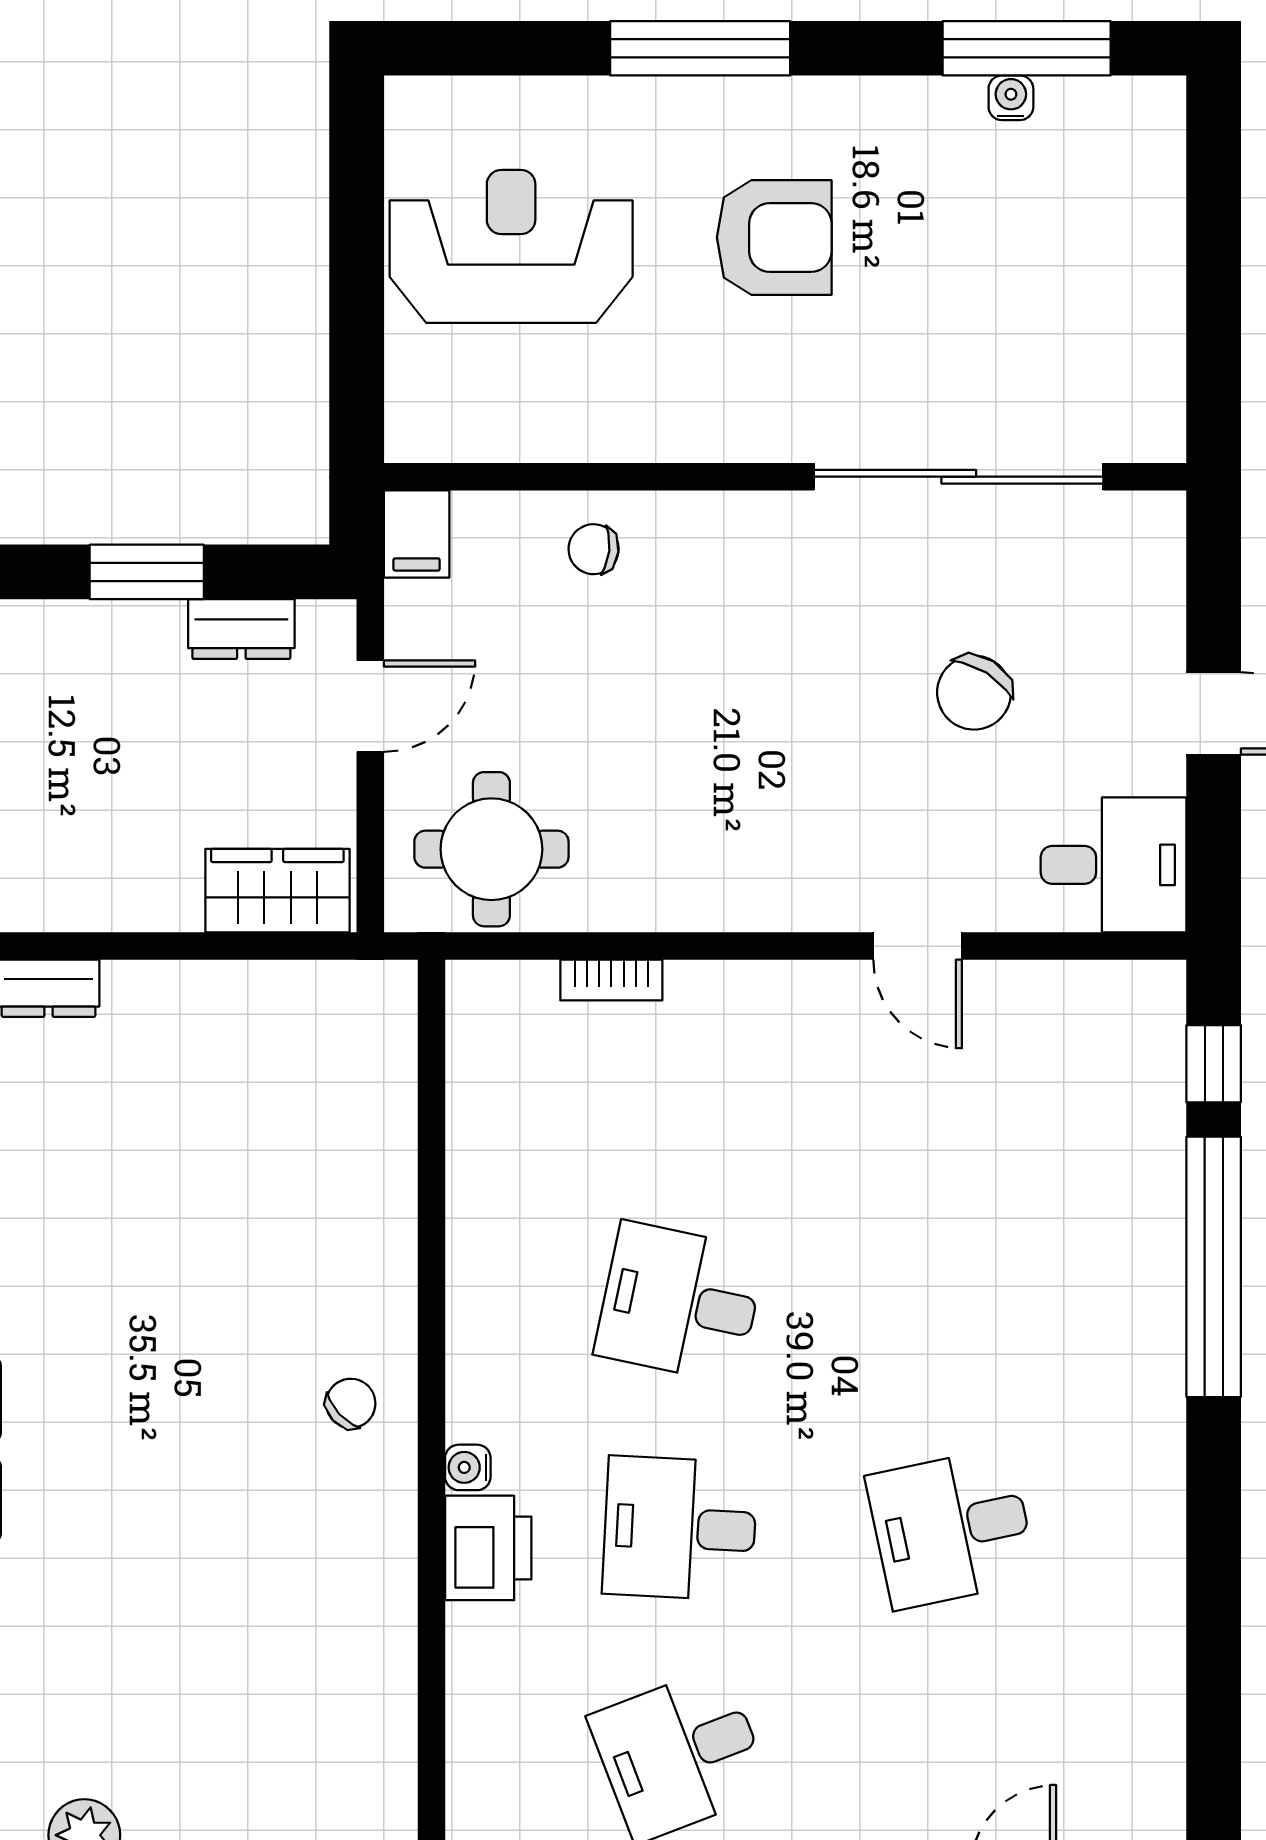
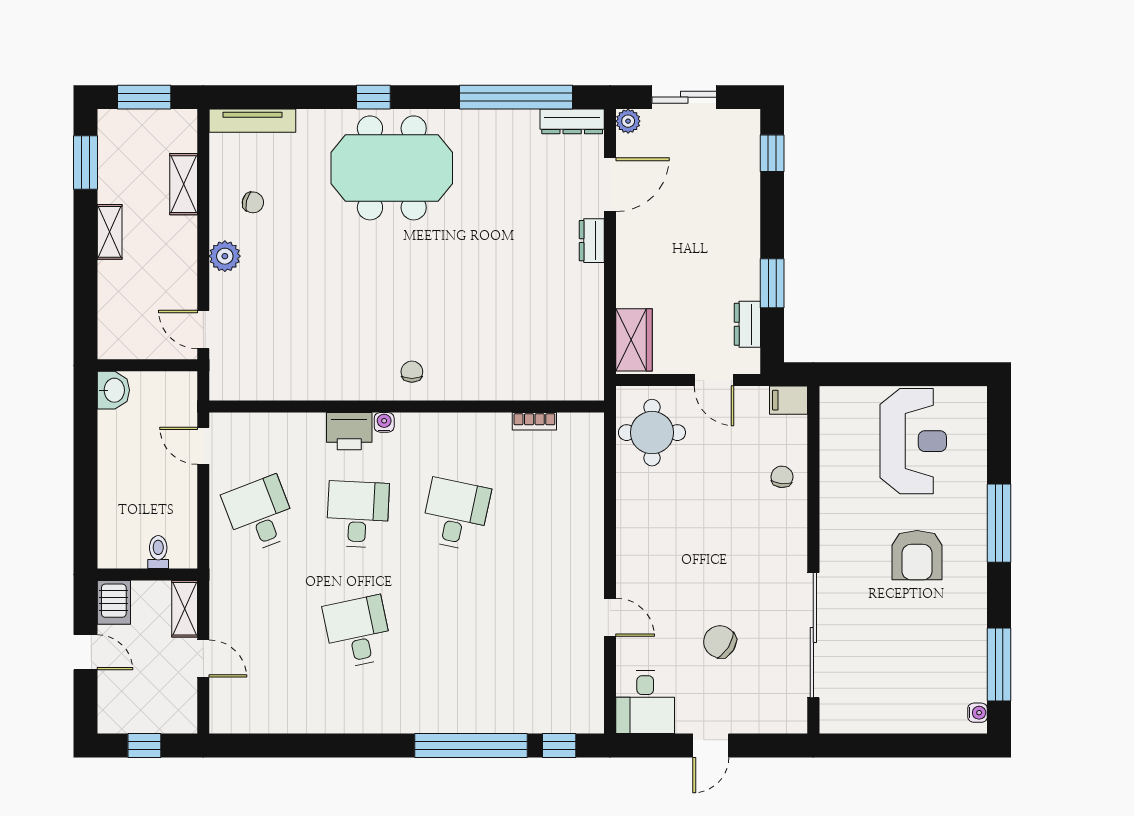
water cooler: (1011, 98) -> (978, 713), moved
door: (918, 946) -> (610, 617), swing flipped
bookcase: (611, 980) -> (534, 421), moved, turned -90
chair: (351, 1403) -> (412, 372), turned -137

